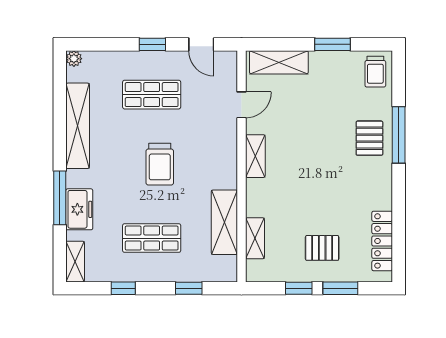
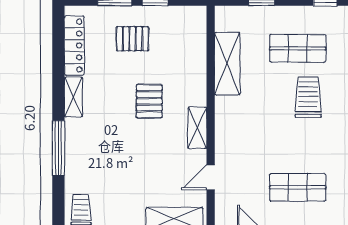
pallet: (369, 138) -> (149, 101), moved
trolley: (160, 164) -> (308, 97), moved
shelving: (255, 238) -> (73, 97), moved

